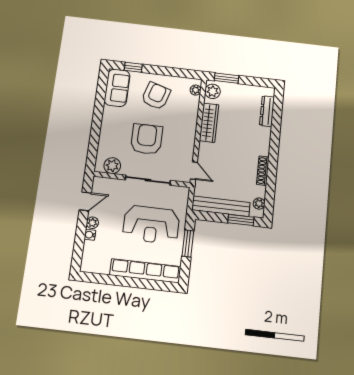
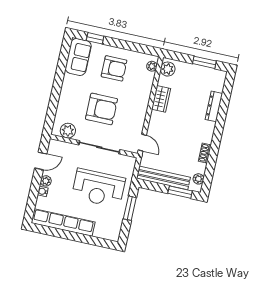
window: (227, 78) -> (204, 62), moved
armchair: (156, 96) -> (114, 68), turned 73
dresser: (267, 111) -> (214, 106), moved
wardrobe: (209, 123) -> (161, 99), width x0.67
armchair: (147, 139) -> (101, 109), turned 90
shoe rack: (263, 171) -> (205, 153), width x0.70
row of seats: (145, 271) -> (63, 222), moved

